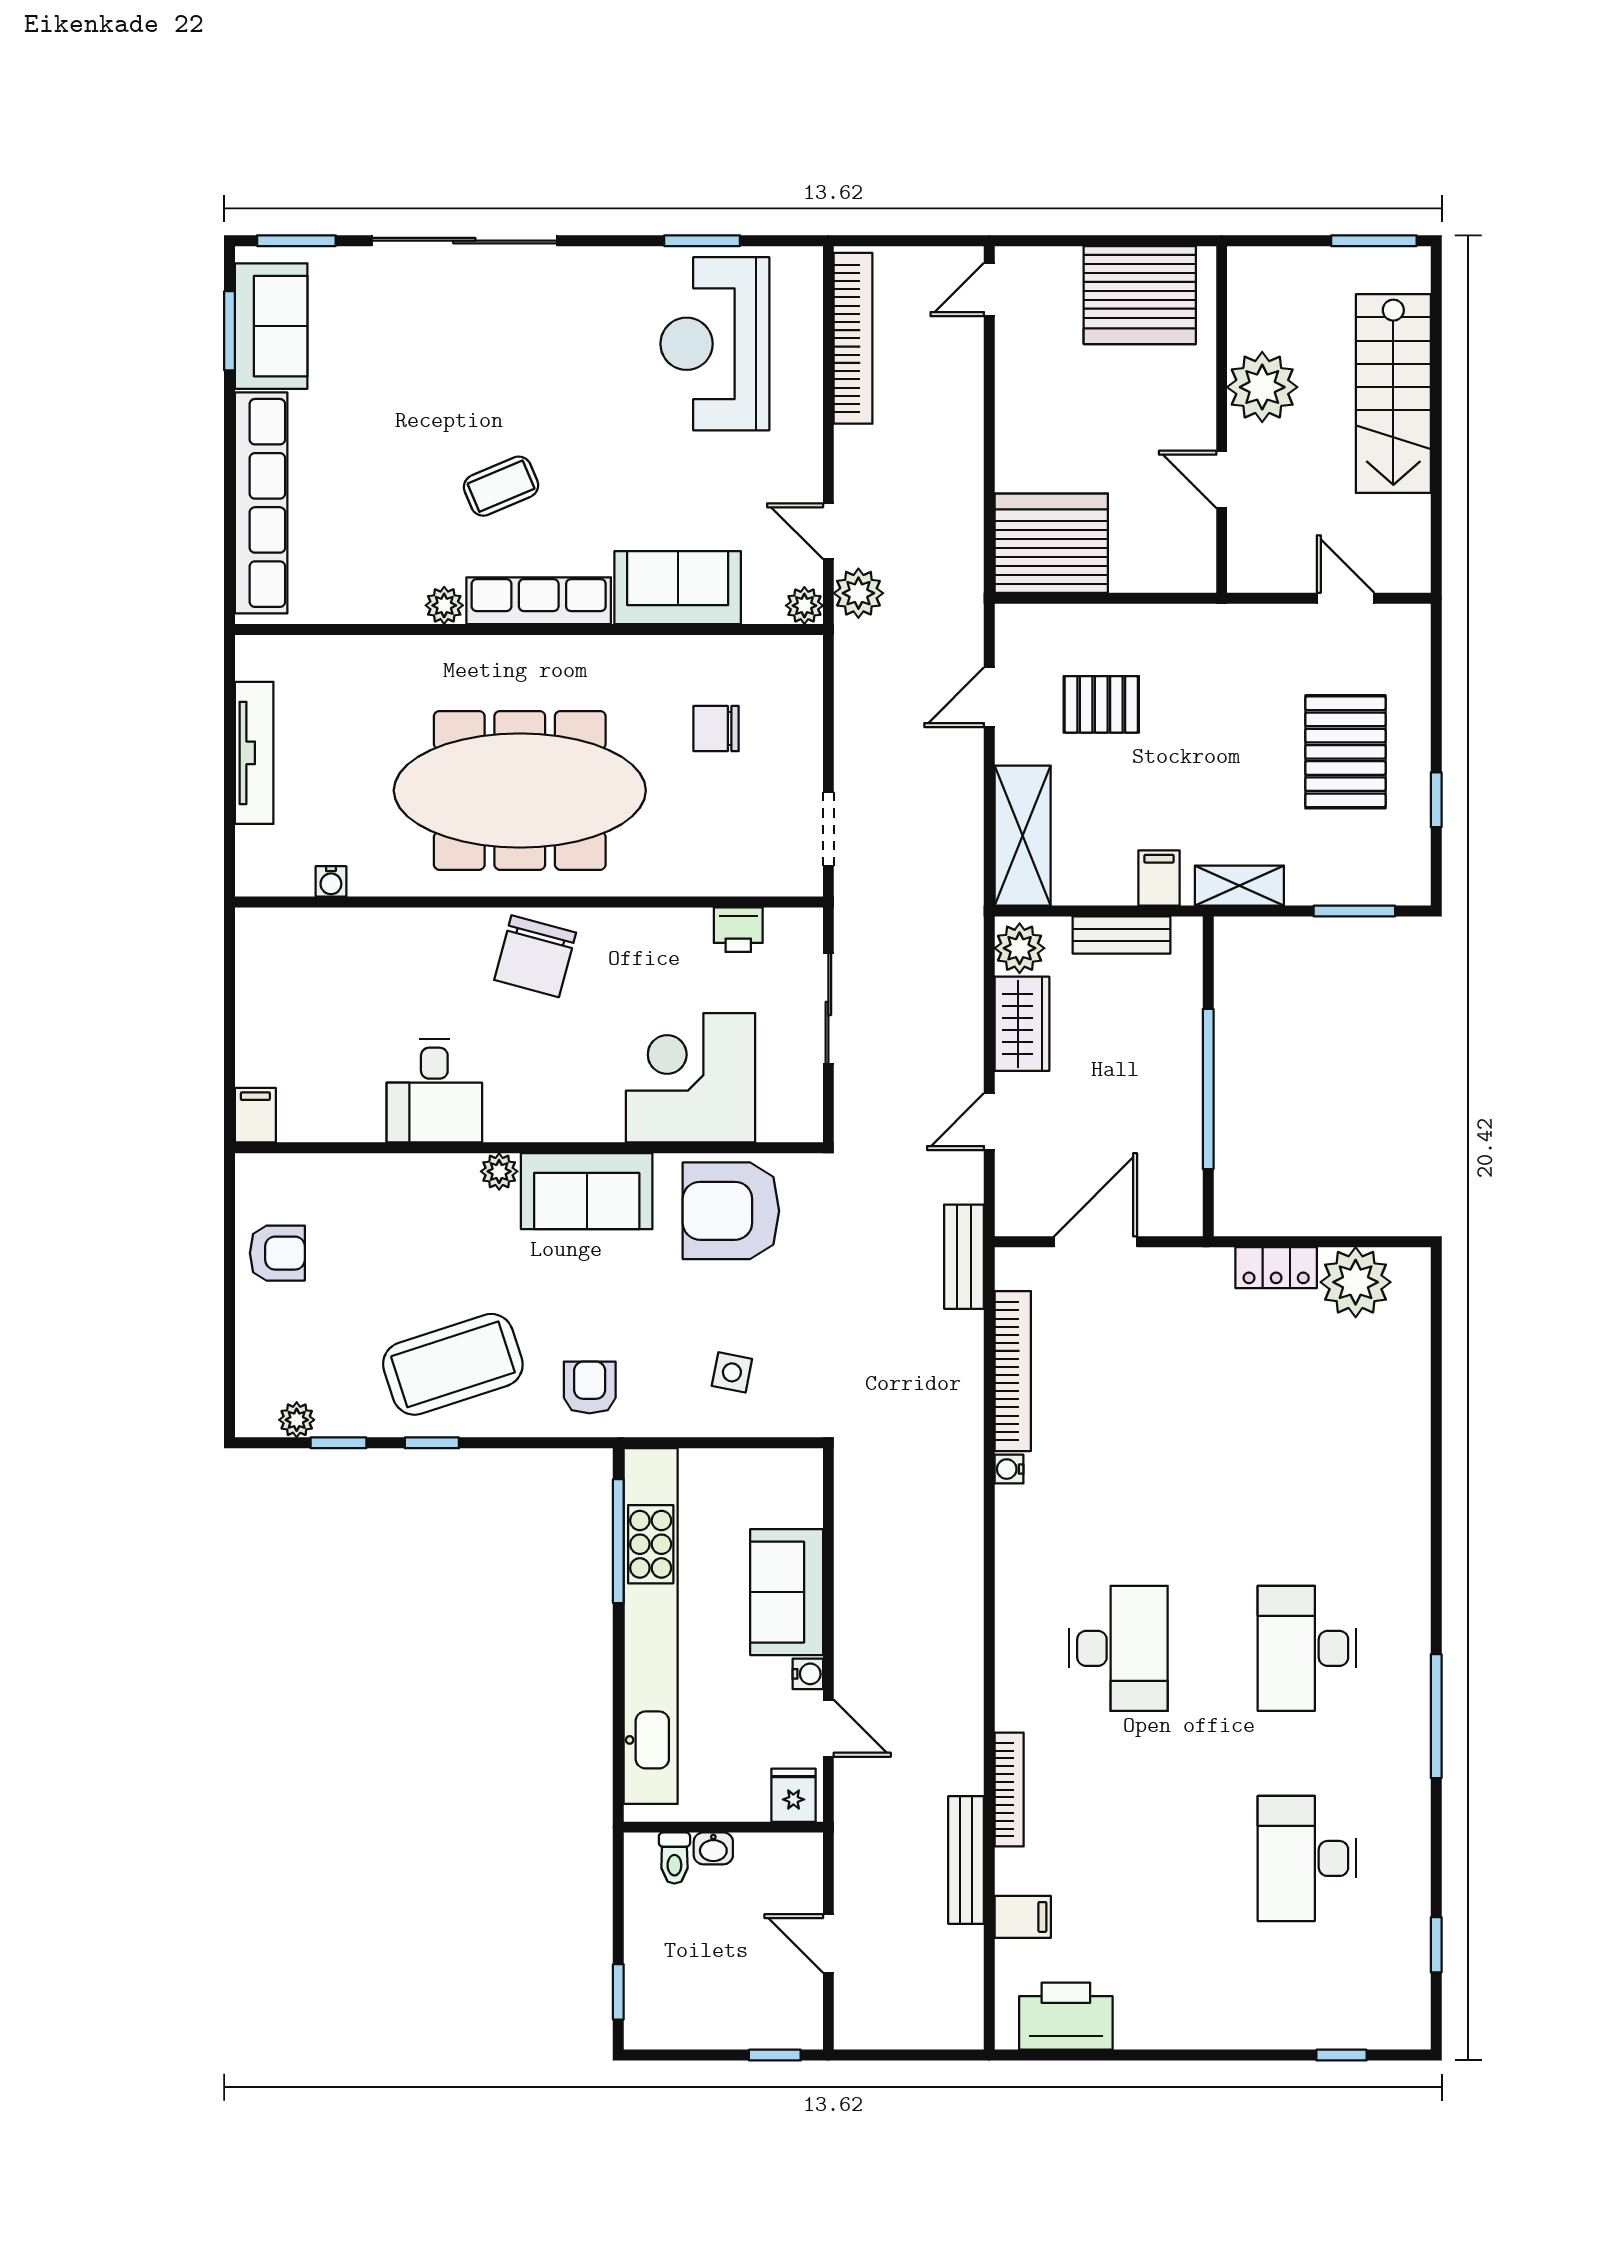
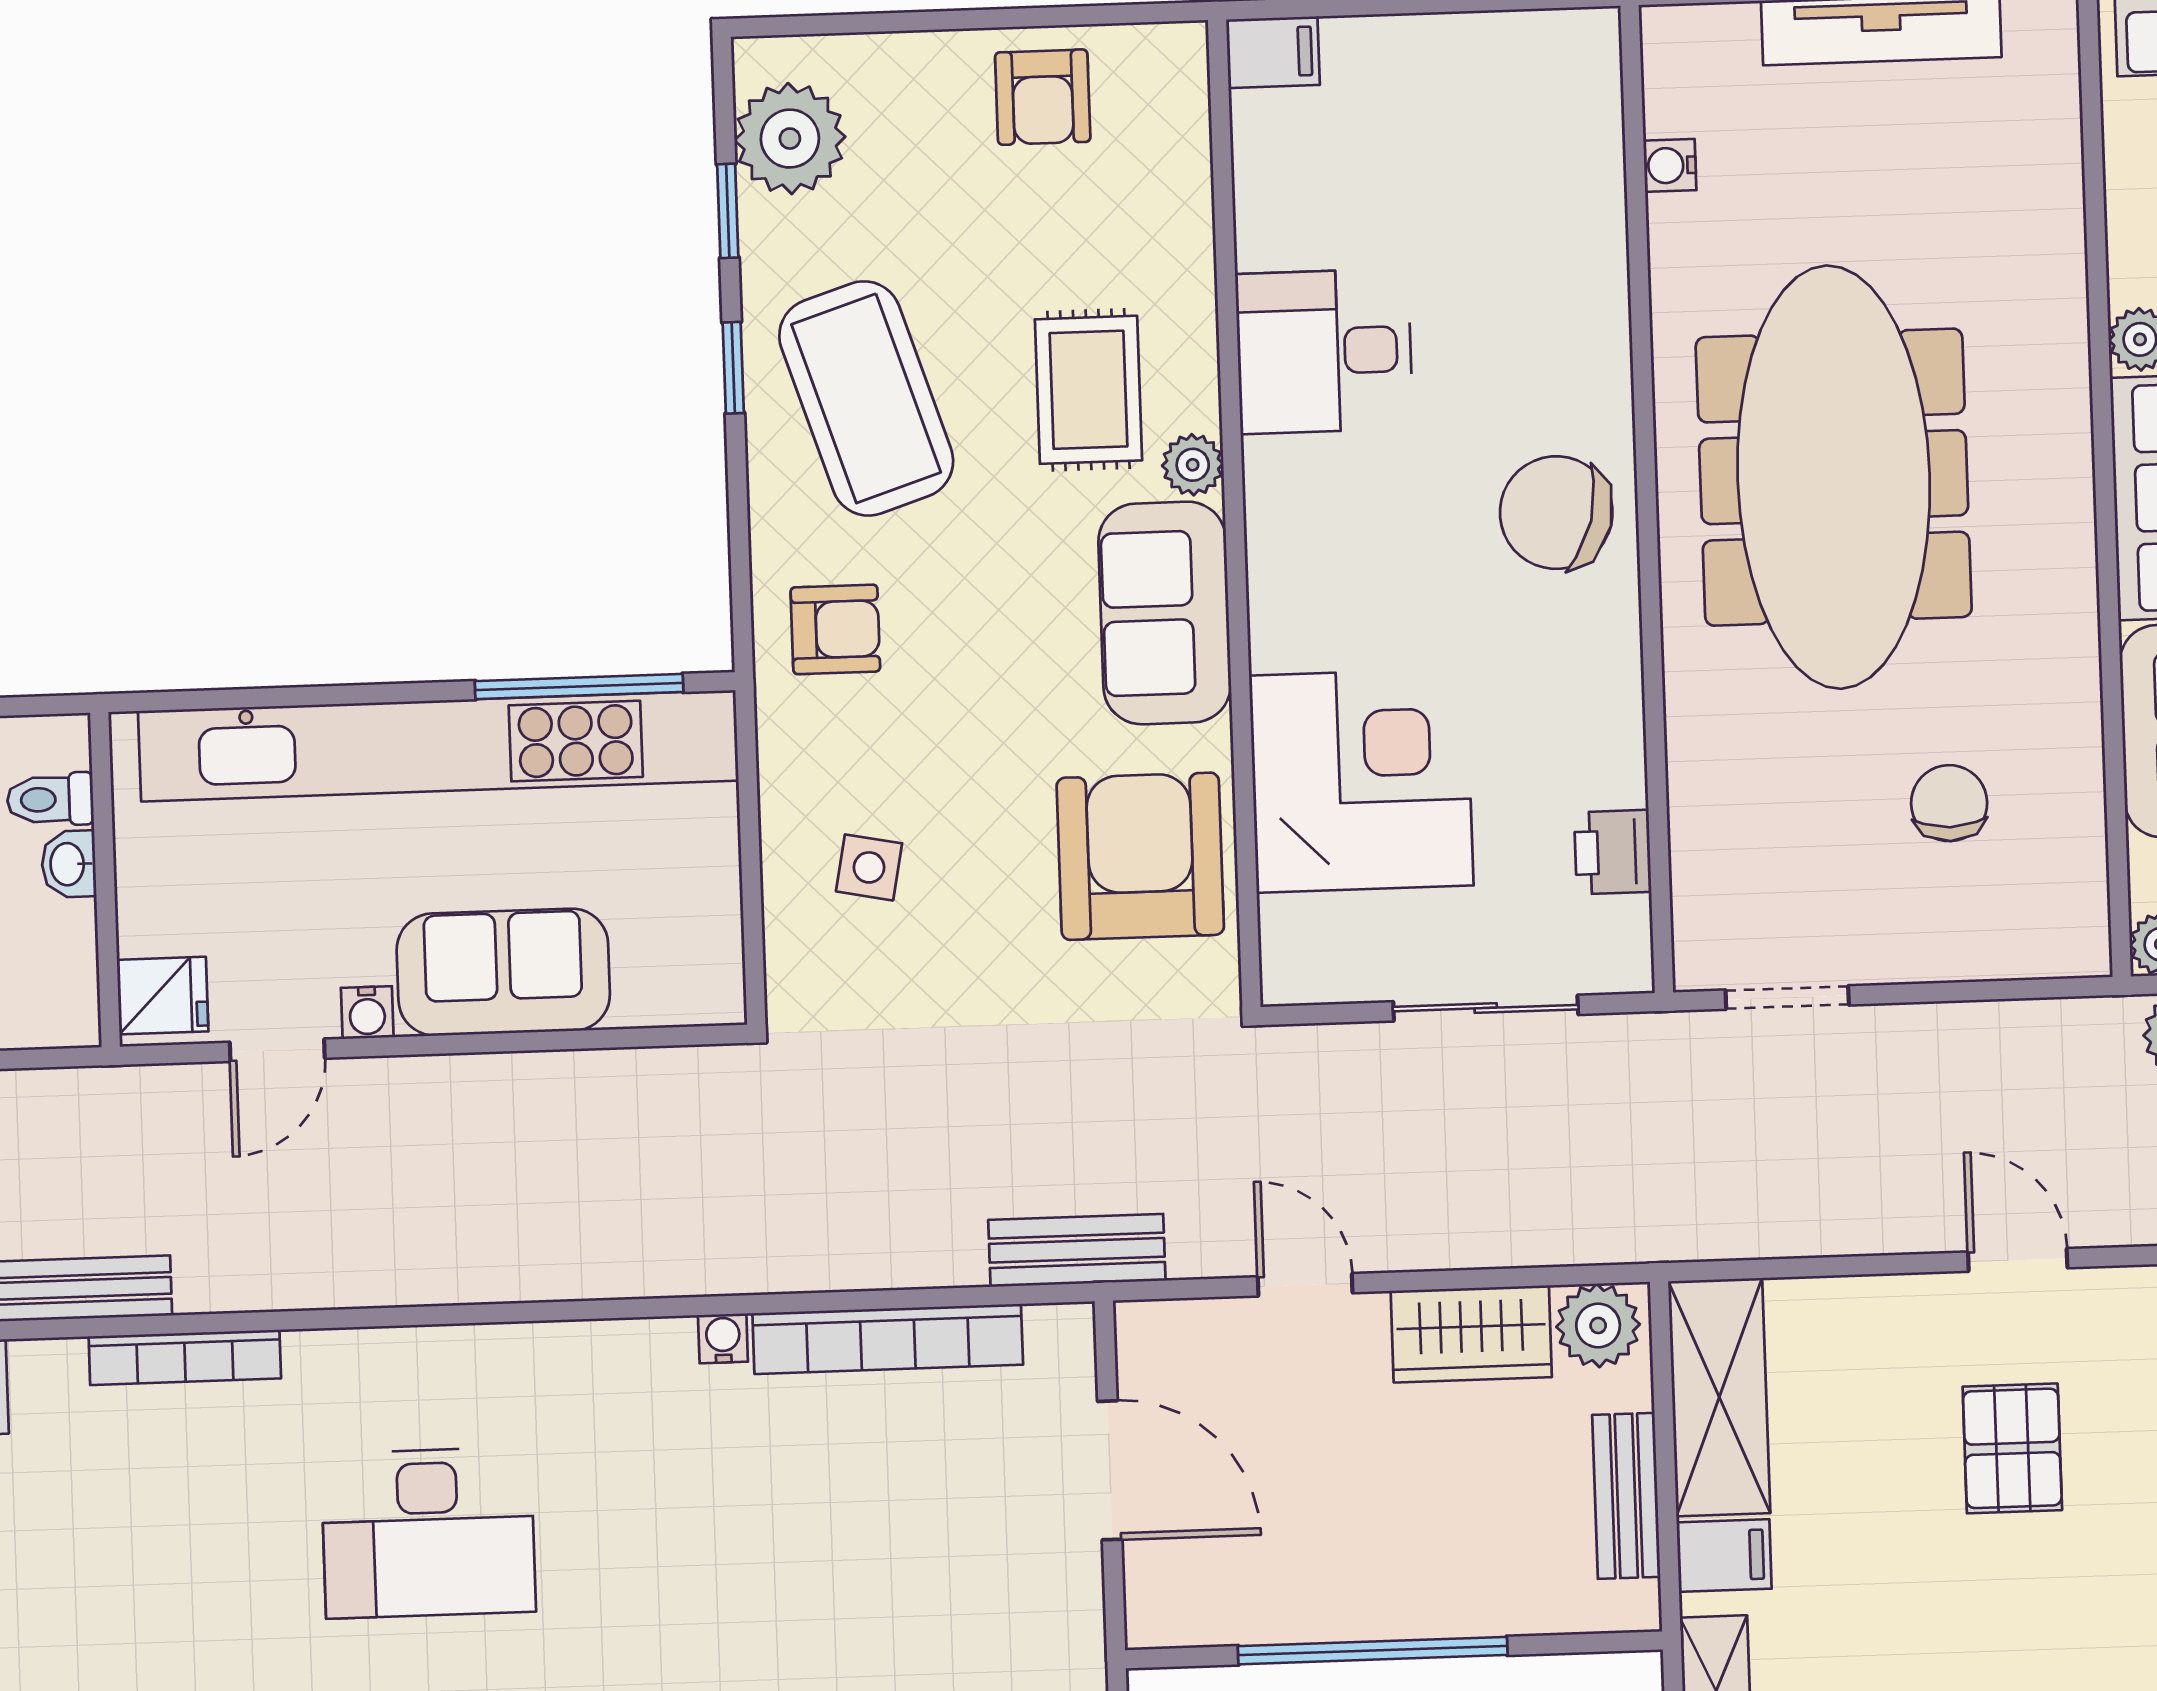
shelving: (1023, 836) -> (1719, 1397), moved, turned 90
rug: (452, 1232) -> (1088, 390), added
plant: (297, 1420) -> (790, 139), width x1.88, depth x1.88

